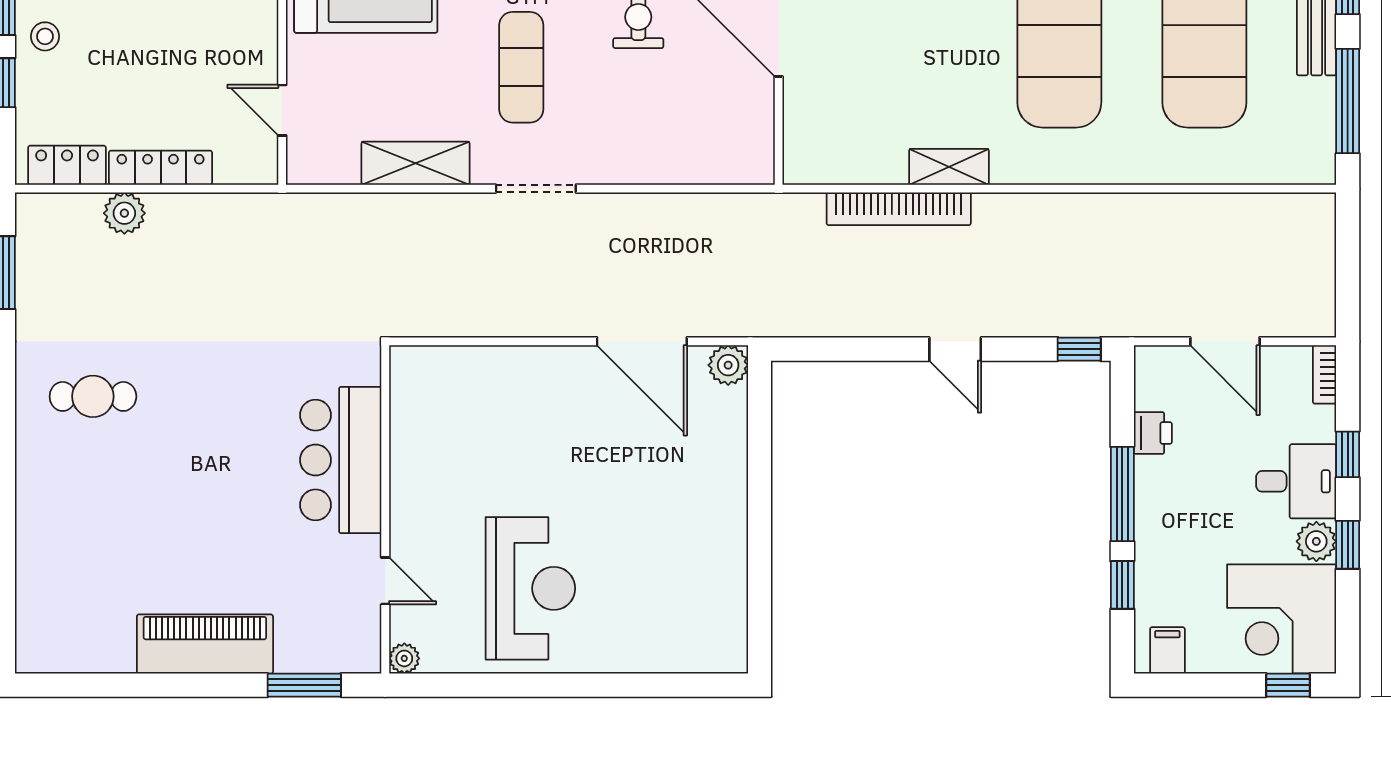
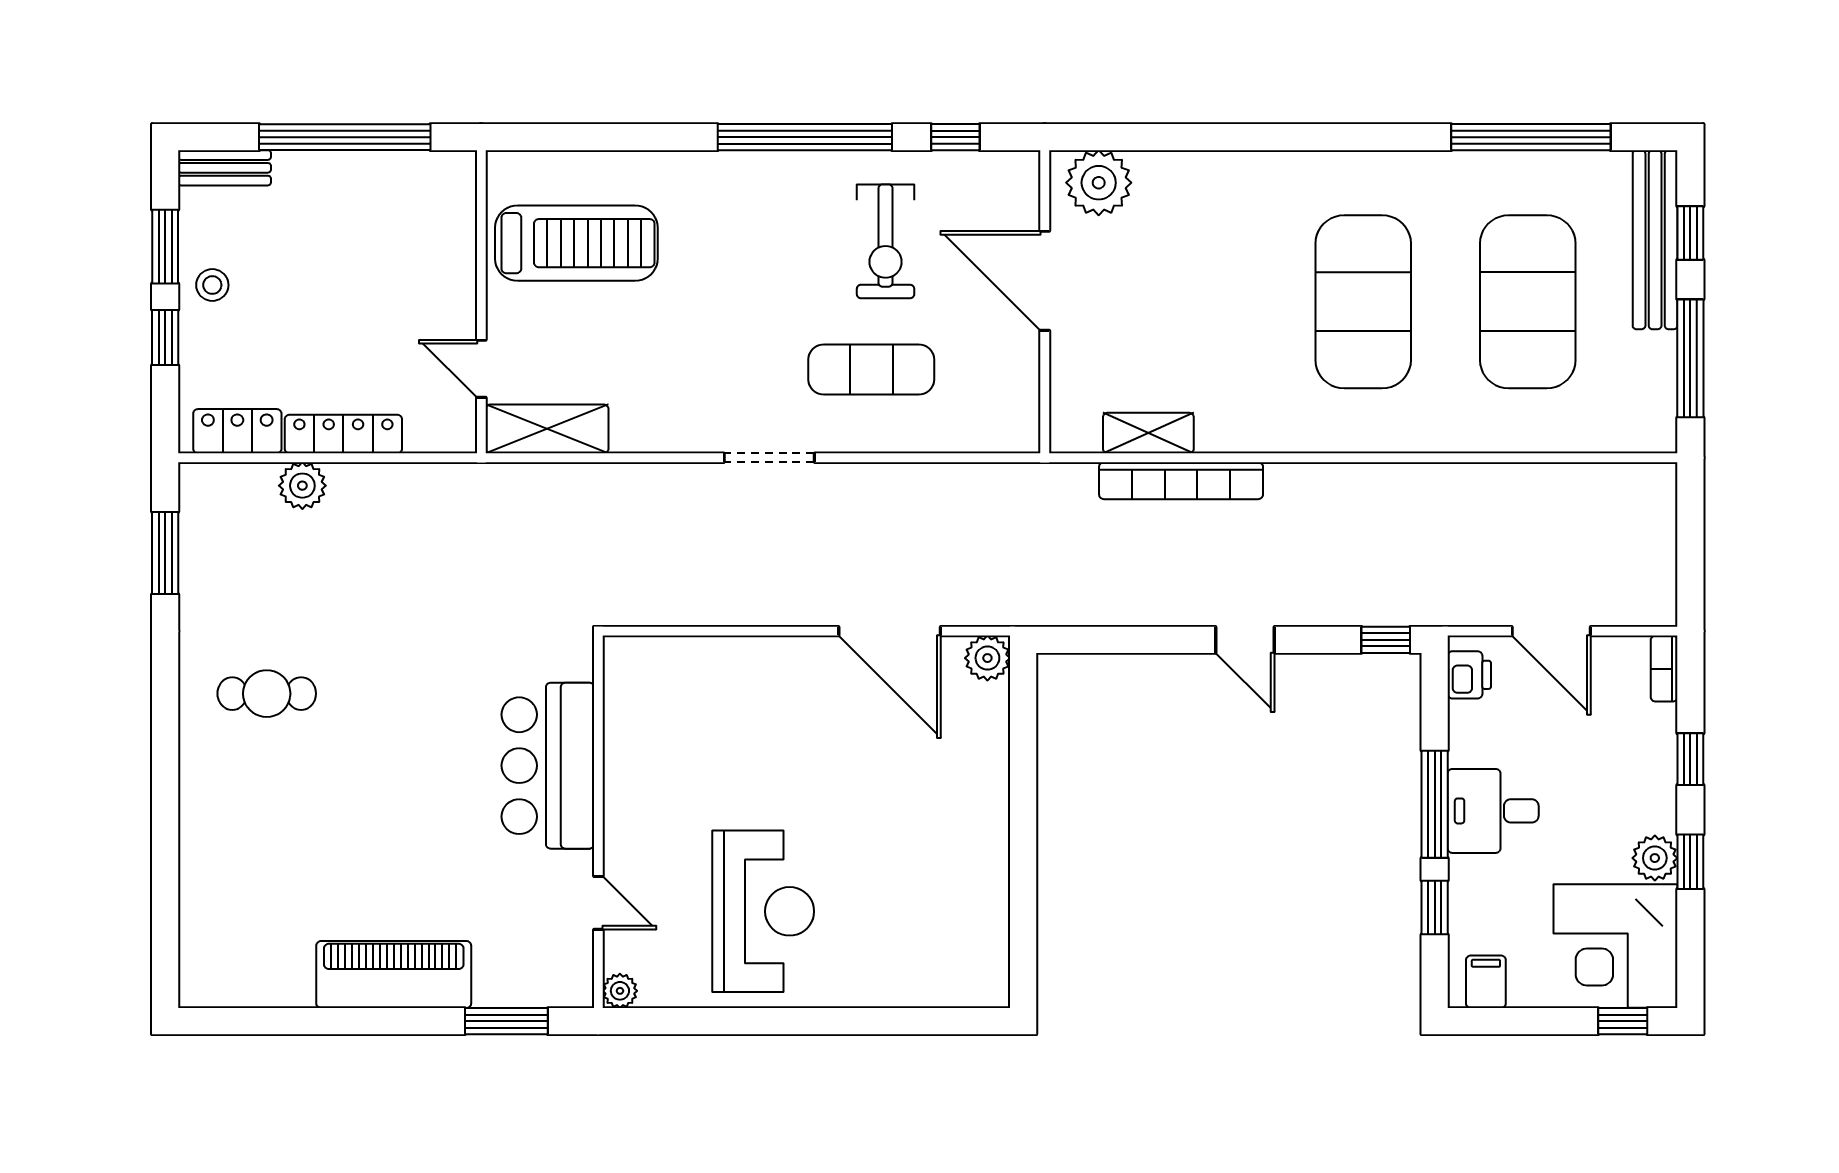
exercise mat: (521, 67) -> (871, 370), moved, turned 90
shelving: (416, 163) -> (547, 429), moved
shelving: (949, 167) -> (1148, 433), moved
printer: (1153, 433) -> (1469, 675), moved
desk: (1296, 481) -> (1493, 811), moved, turned 180

